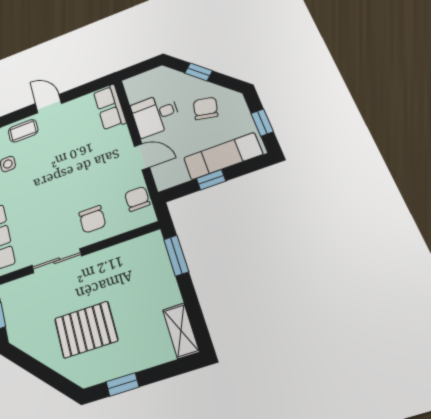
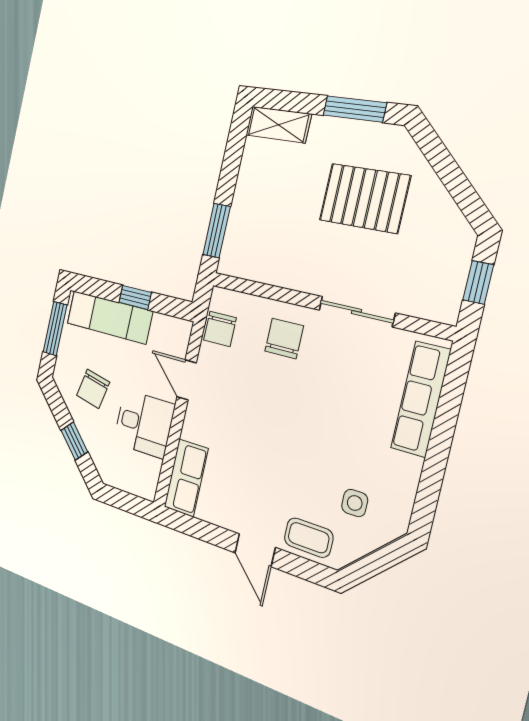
window: (262, 123) -> (55, 329), width x1.50
shelving: (181, 331) -> (278, 125), moved, turned 90
window: (122, 384) -> (355, 109), width x1.50

